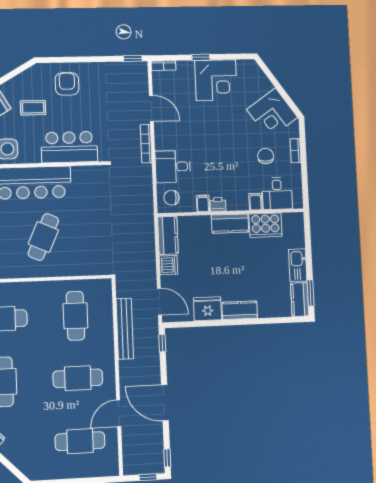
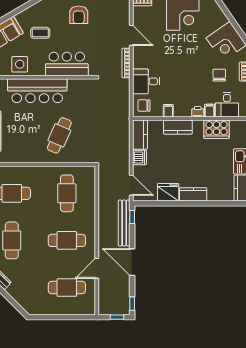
armchair: (67, 84) -> (79, 15), moved, turned 180
printer: (218, 204) -> (198, 112), moved
kitchen counter: (230, 224) -> (178, 127), moved
cafe table: (43, 237) -> (59, 135), moved
bench: (125, 329) -> (124, 223), moved

